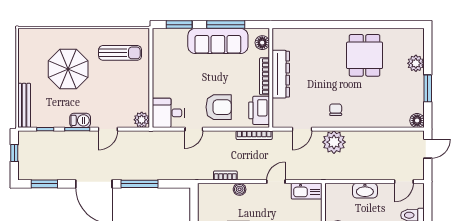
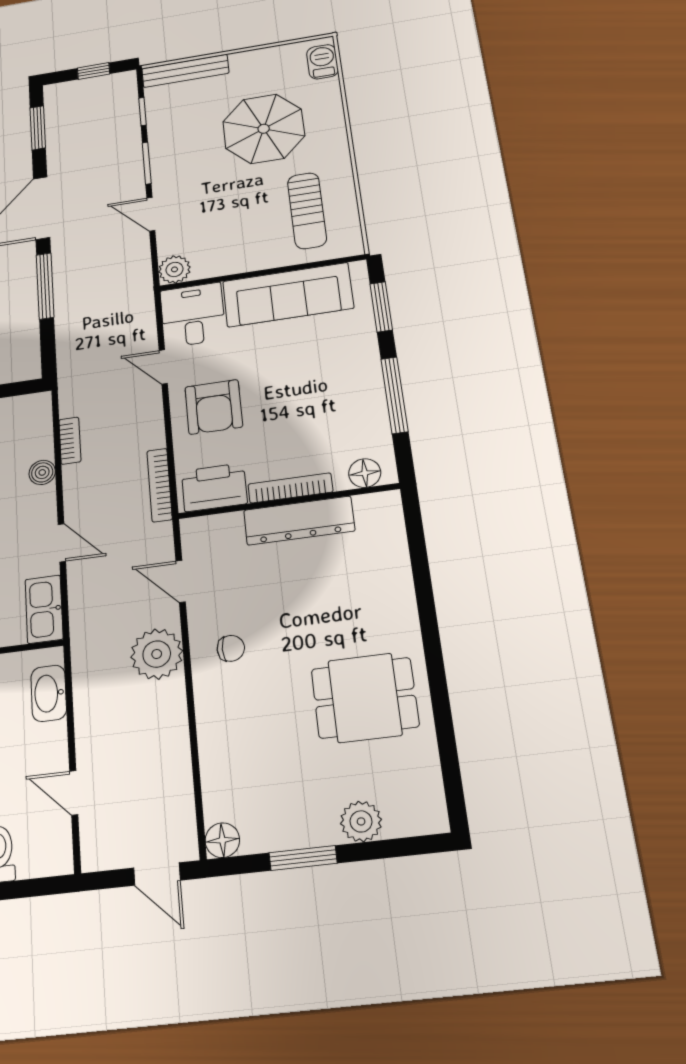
sofa: (218, 41) -> (288, 295), moved, turned -90
barbecue: (80, 120) -> (322, 62), moved, turned 180
door: (404, 182) -> (74, 793), moved
washbasin: (365, 191) -> (49, 693), moved

